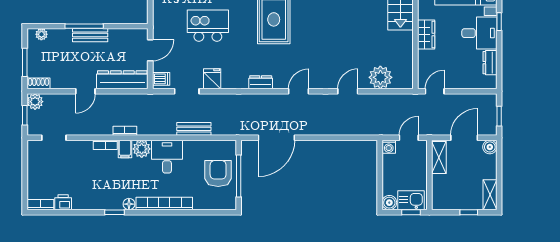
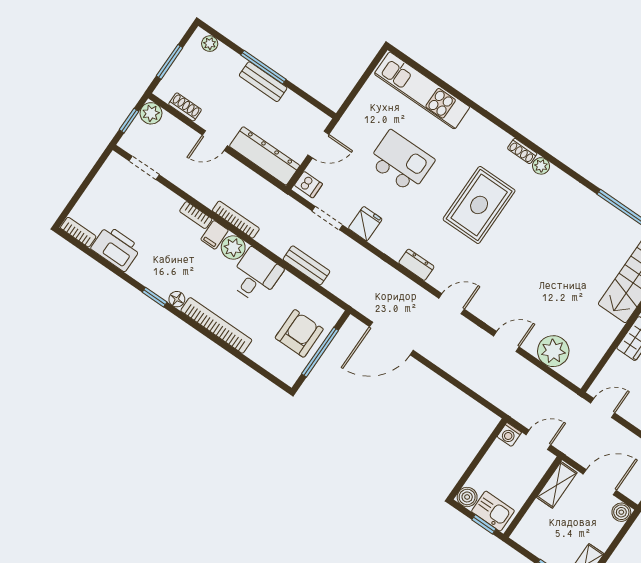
shoe rack: (38, 83) -> (185, 107), moved
bookcase: (125, 131) -> (236, 220), width x1.56
printer: (63, 202) -> (116, 248), width x1.87, depth x1.48

